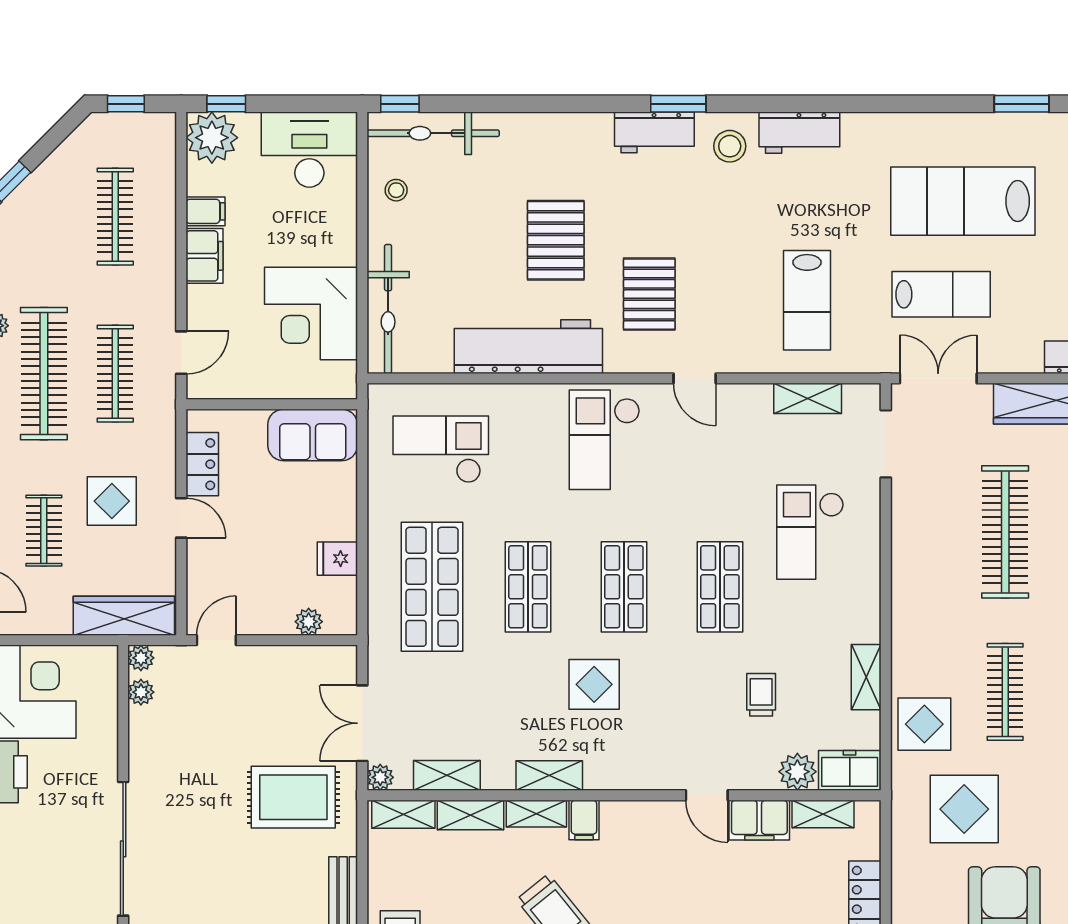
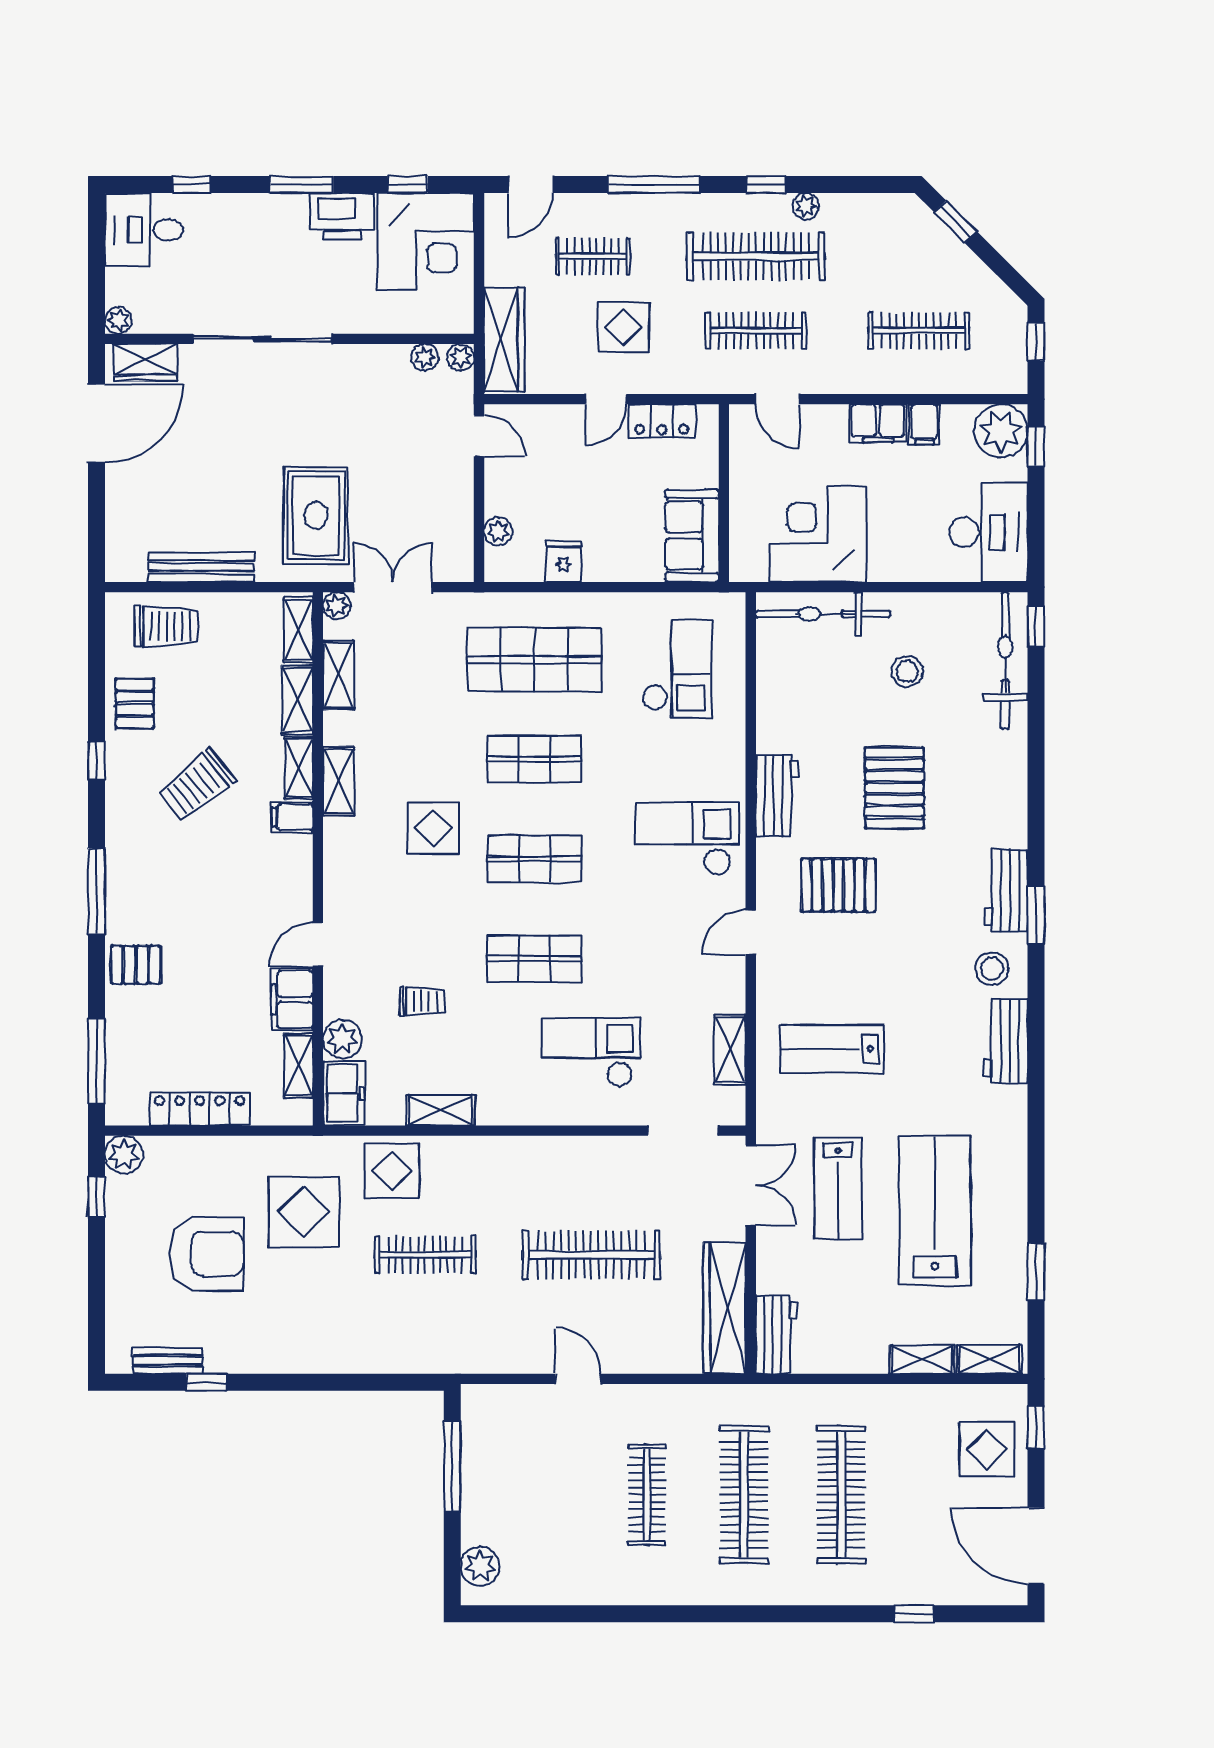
stool: (396, 190) -> (907, 672), moved, width x1.37, depth x1.37
pallet: (556, 240) -> (894, 788), turned 90
workbench: (528, 347) -> (777, 795), width x0.53, depth x0.76

